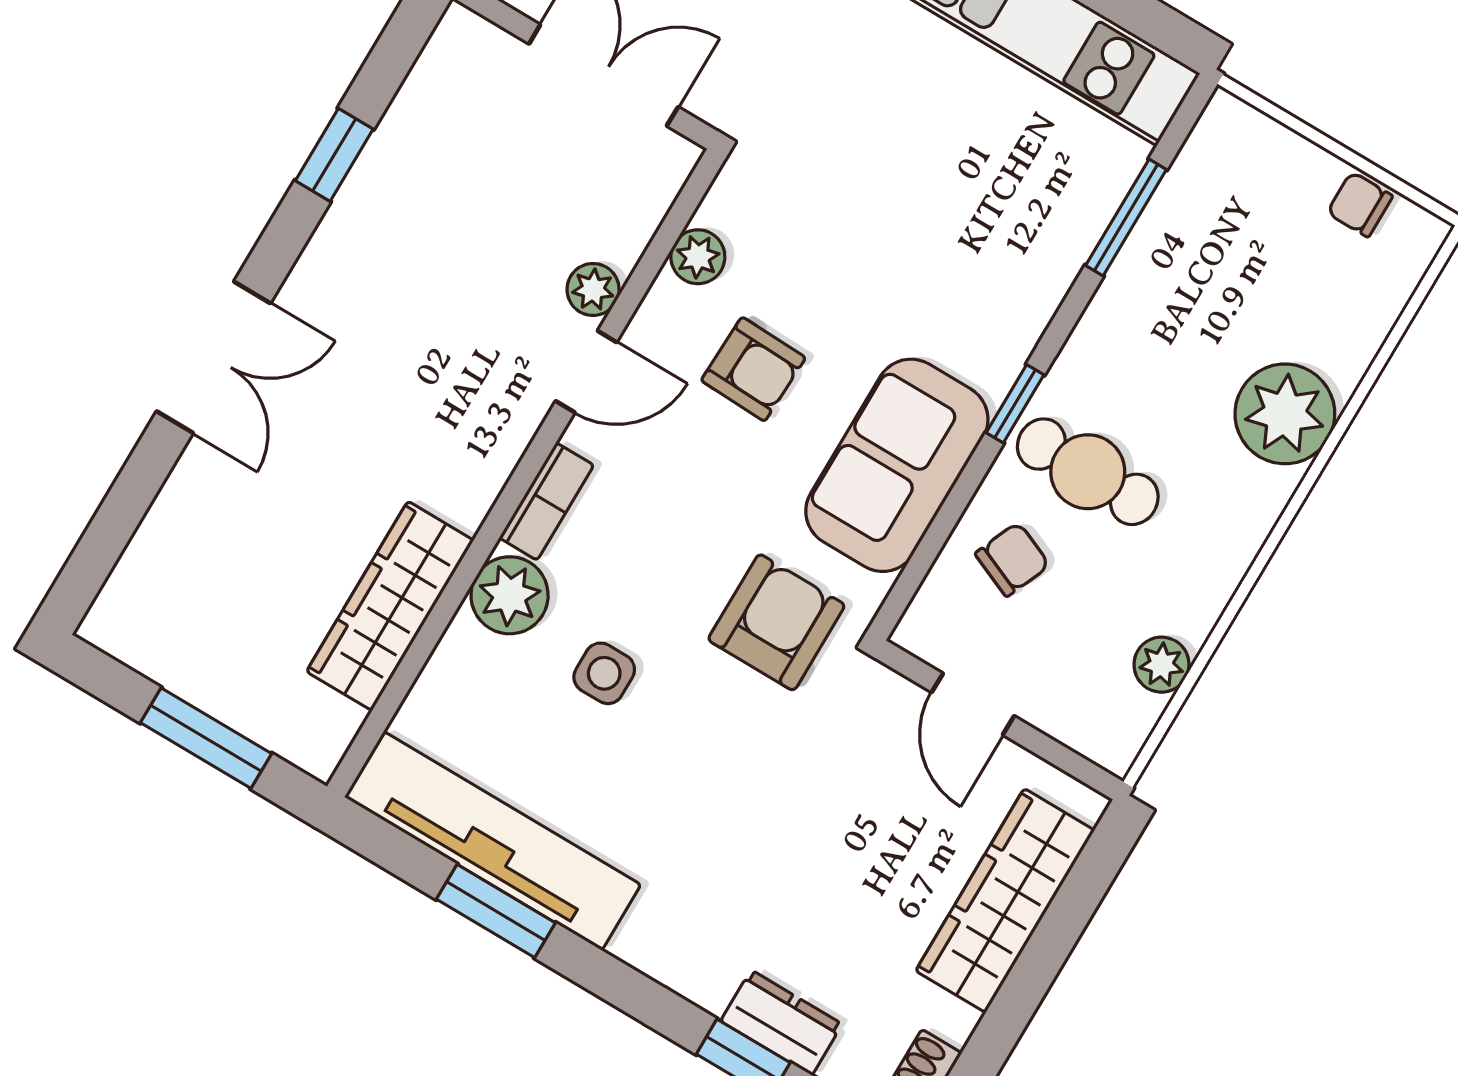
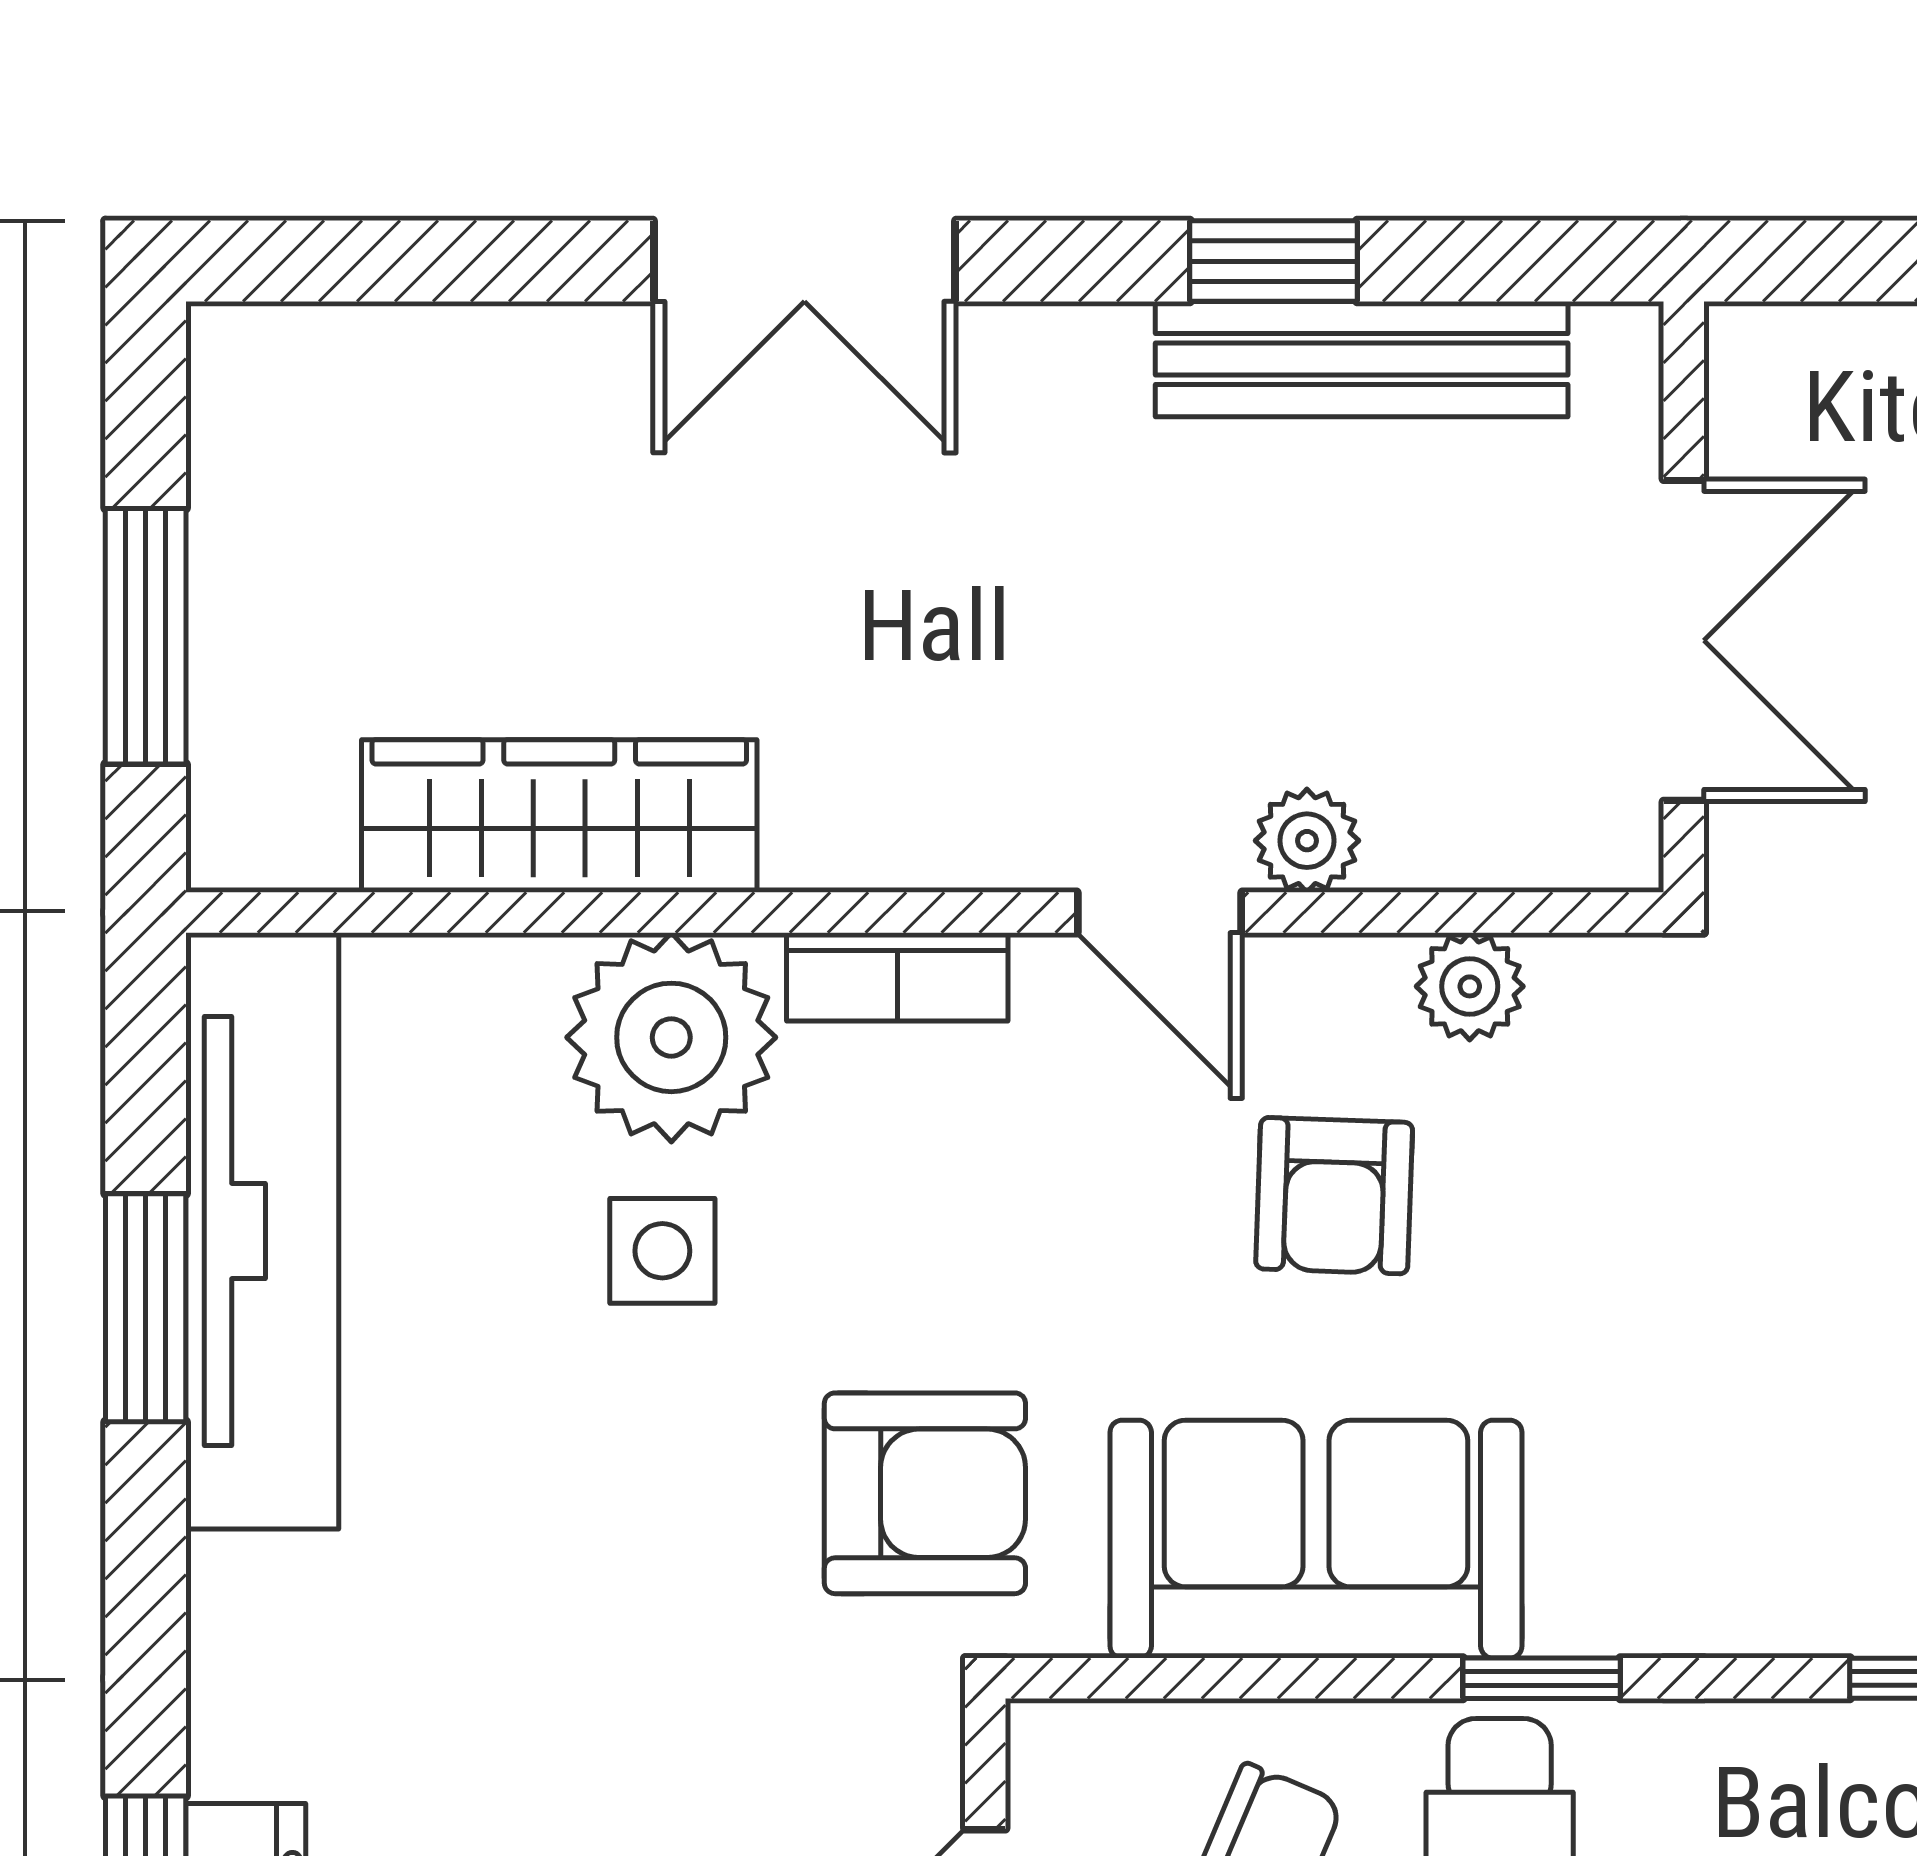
bench: (399, 142) -> (1362, 359), added
plant: (510, 595) -> (671, 1037), width x1.36, depth x1.36

